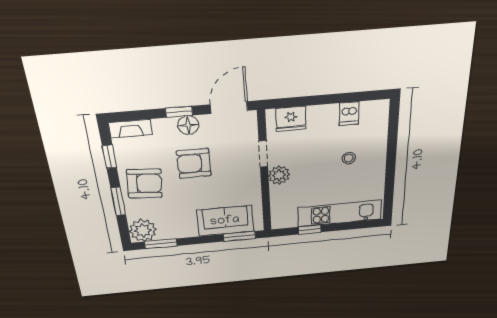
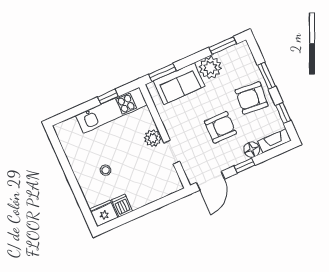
fridge: (291, 119) -> (104, 213), moved
floor lamp: (188, 125) -> (252, 150), moved
kitchen unit: (340, 213) -> (111, 110), moved
plant: (143, 231) -> (210, 68), moved

